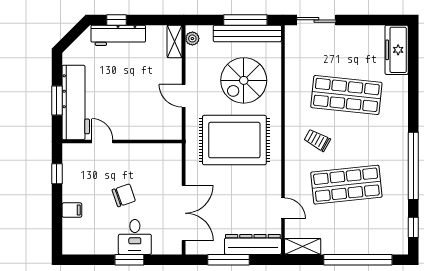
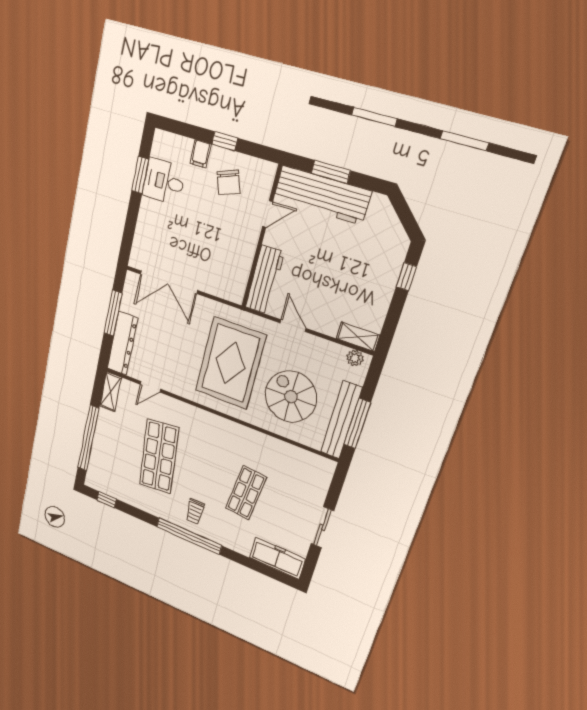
sliding door: (316, 20) -> (322, 527), moved
workbench: (118, 35) -> (265, 280), moved, turned 180
shop shelf: (346, 95) -> (246, 493), width x0.70, depth x0.74
door: (184, 96) -> (293, 326), hinge flipped
trolley: (317, 140) -> (195, 512), moved, turned 151
window: (413, 166) -> (189, 536), moved
window: (57, 174) -> (225, 141), moved
chair: (124, 195) -> (229, 182), moved
desk: (135, 237) -> (164, 181), moved
window: (129, 260) -> (140, 175), moved

